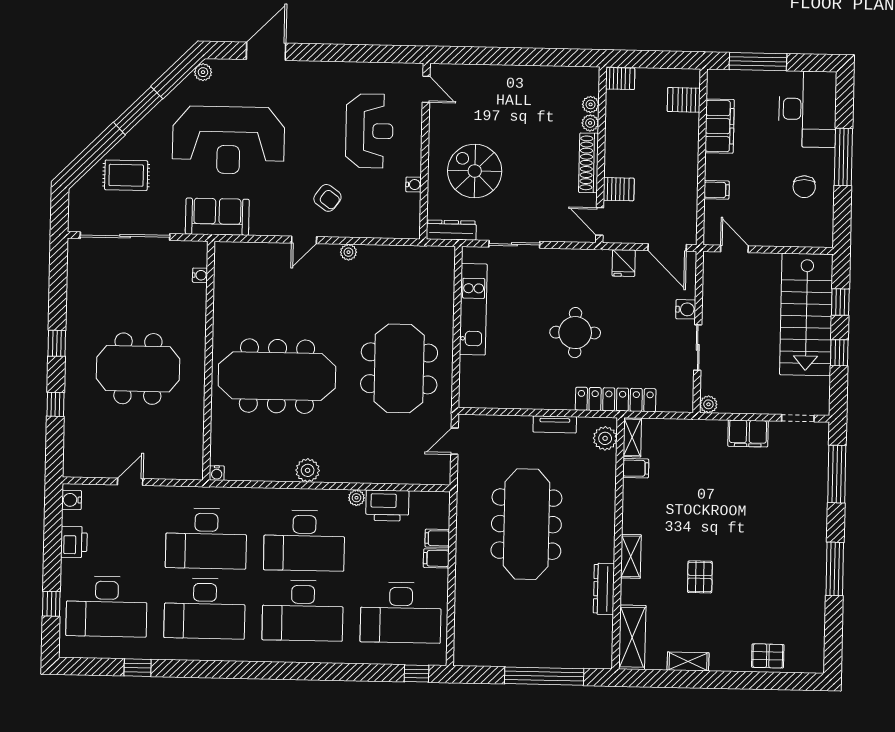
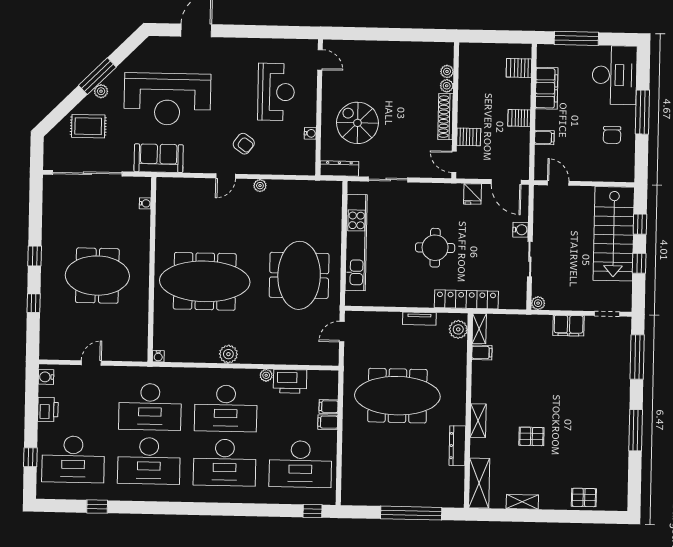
plant: (203, 72) -> (101, 91), moved
server rack: (620, 79) -> (519, 118), moved, turned 180
kitchen unit: (473, 309) -> (356, 243), width x1.36
meeting table: (526, 524) -> (397, 396), turned 90
pallet: (700, 577) -> (531, 436), turned 90

